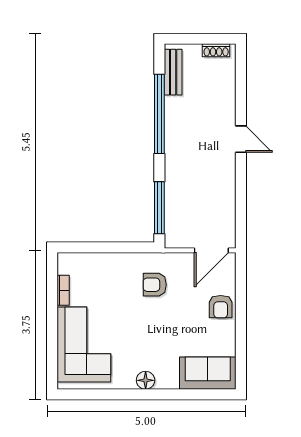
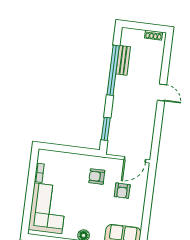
bench: (173, 72) -> (123, 60), moved
window: (159, 208) -> (106, 129), width x0.69
armchair: (221, 307) -> (122, 191), moved

